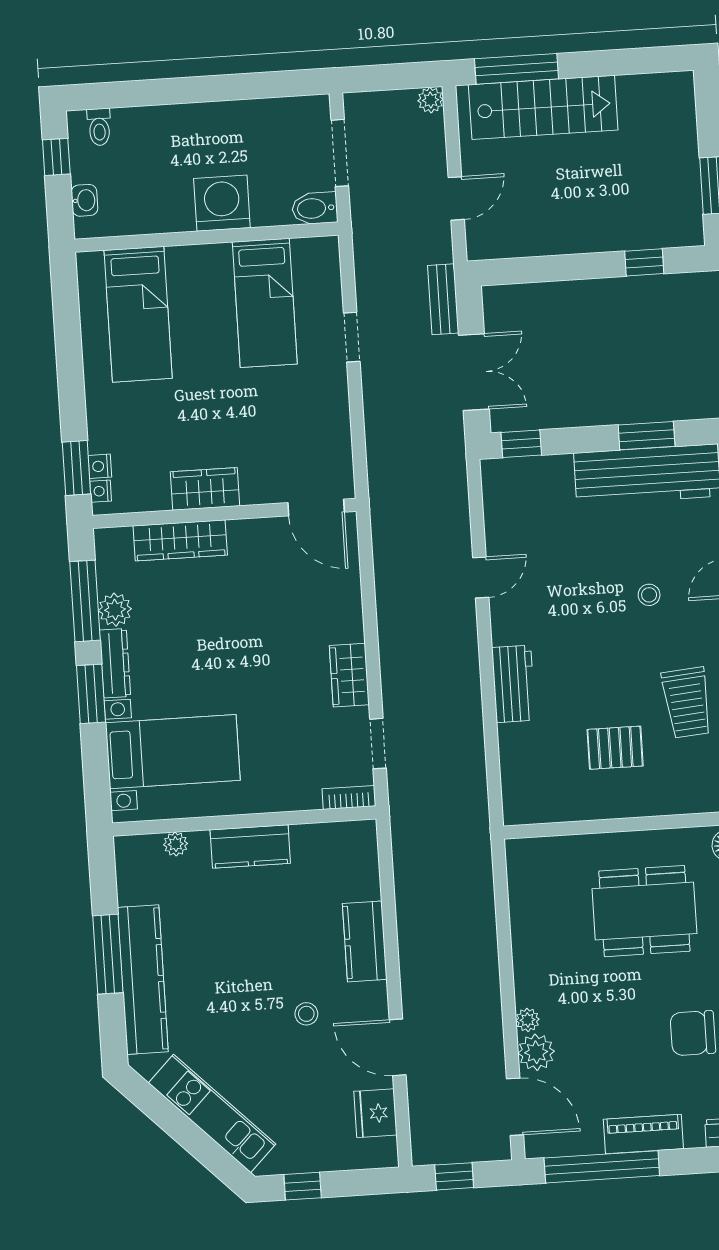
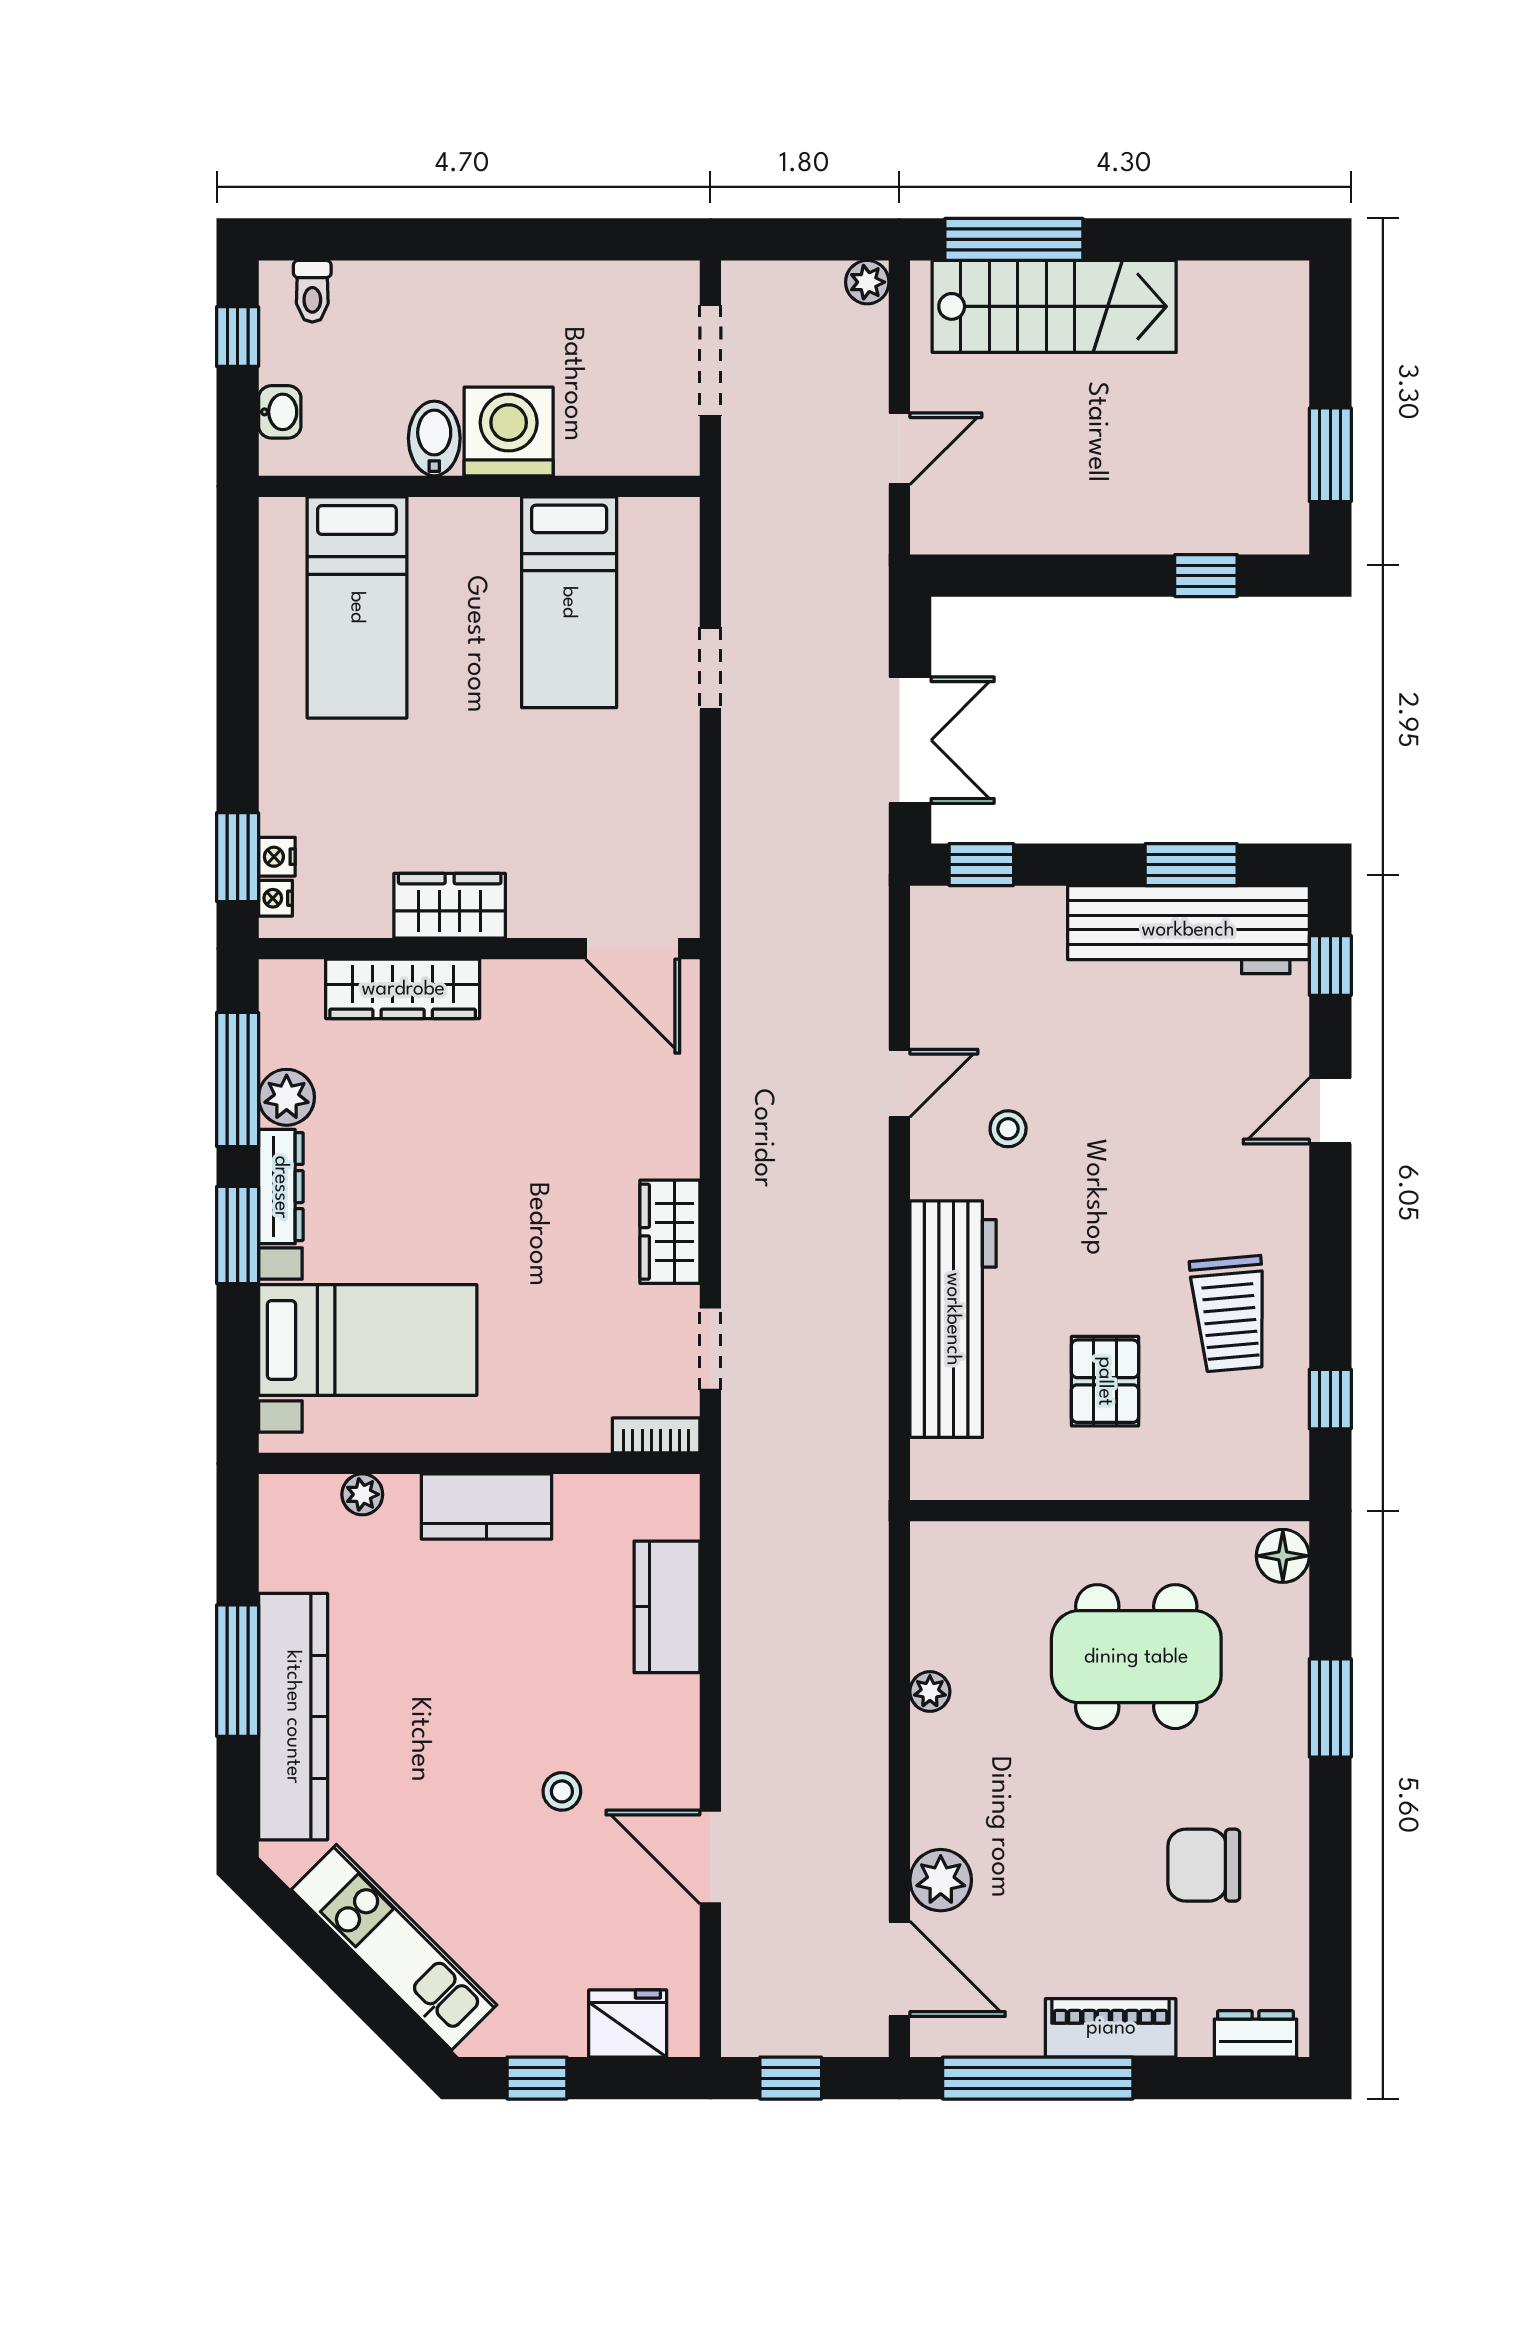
bidet: (315, 208) -> (434, 438), moved, turned 90
bench: (443, 299) -> (867, 615), removed
stool: (649, 595) -> (1008, 1129), moved
workbench: (513, 684) -> (953, 1319), width x1.88, depth x1.32
pallet: (615, 748) -> (1105, 1381), turned 90
kitchen counter: (365, 941) -> (667, 1607), moved
plant: (528, 1020) -> (930, 1692), moved
fridge: (375, 1113) -> (628, 2024), moved, turned 90

